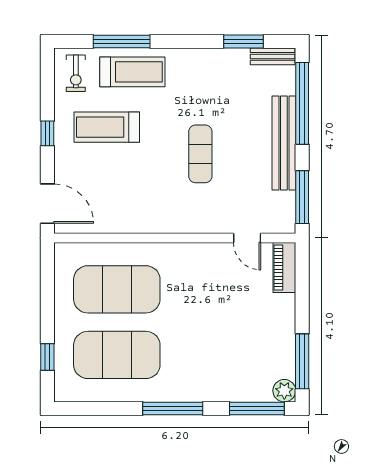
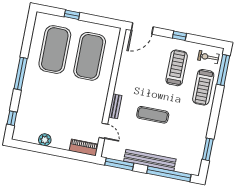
window: (122, 42) -> (223, 70), moved
bench: (273, 56) -> (115, 106), moved
door: (247, 238) -> (103, 131), swing flipped
window: (47, 357) -> (72, 15), moved
window: (302, 361) -> (32, 147), removed
plant: (284, 391) -> (45, 140), moved
window: (257, 408) -> (12, 118), width x0.46

